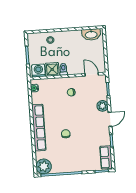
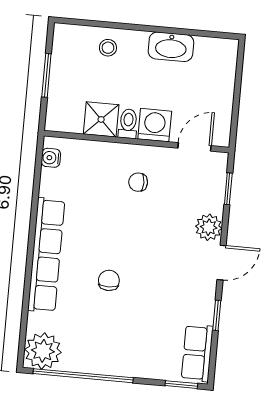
washbasin: (91, 34) -> (171, 47), moved
washing machine: (38, 71) -> (155, 125), moved
door: (92, 74) -> (195, 147), hinge flipped

